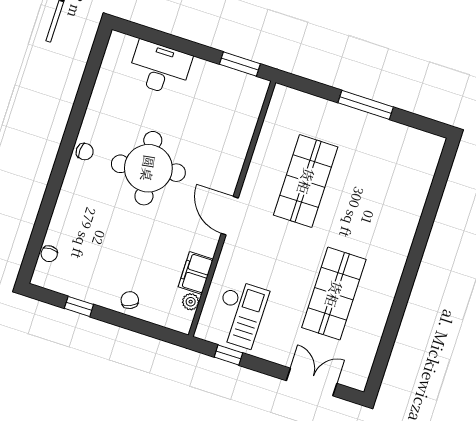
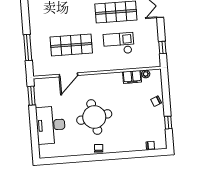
desk: (160, 68) -> (51, 125), width x1.36, depth x1.30
window: (366, 105) -> (28, 48), moved
door: (230, 216) -> (68, 75), moved
checkout: (240, 314) -> (119, 44), moved

